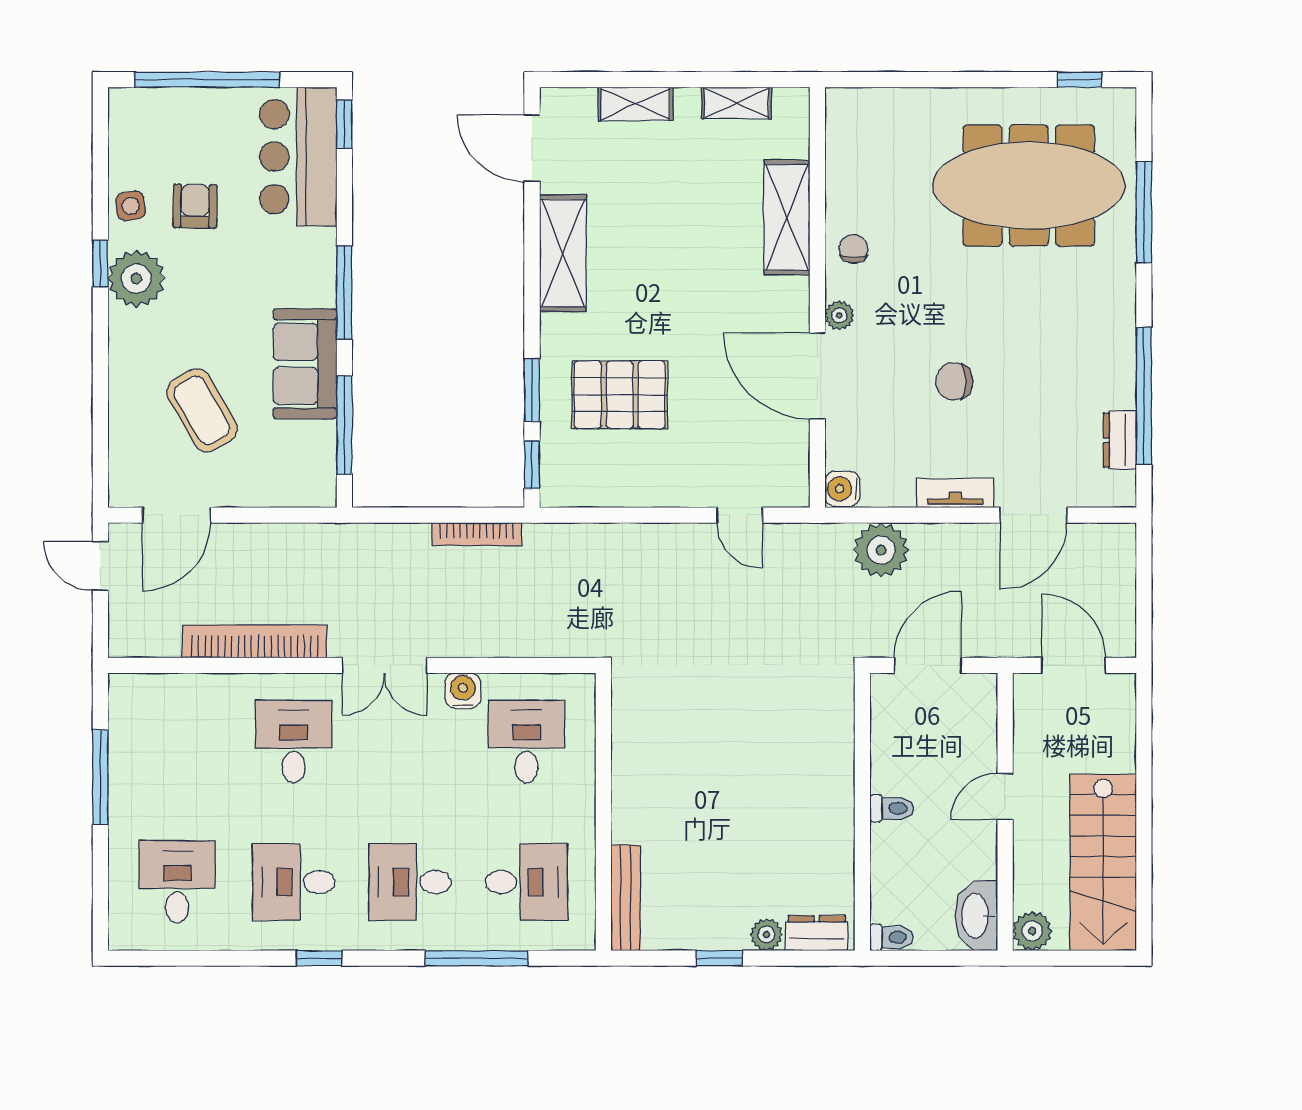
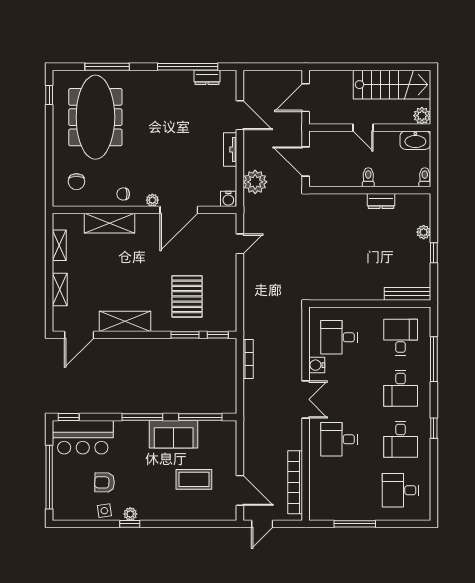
plant: (136, 279) -> (130, 514), width x0.53, depth x0.53
chair: (954, 382) -> (76, 182), moved
coffee table: (202, 410) -> (194, 479), turned 30
bookcase: (255, 641) -> (295, 482), moved
dresser: (817, 933) -> (381, 201), moved, turned -90

